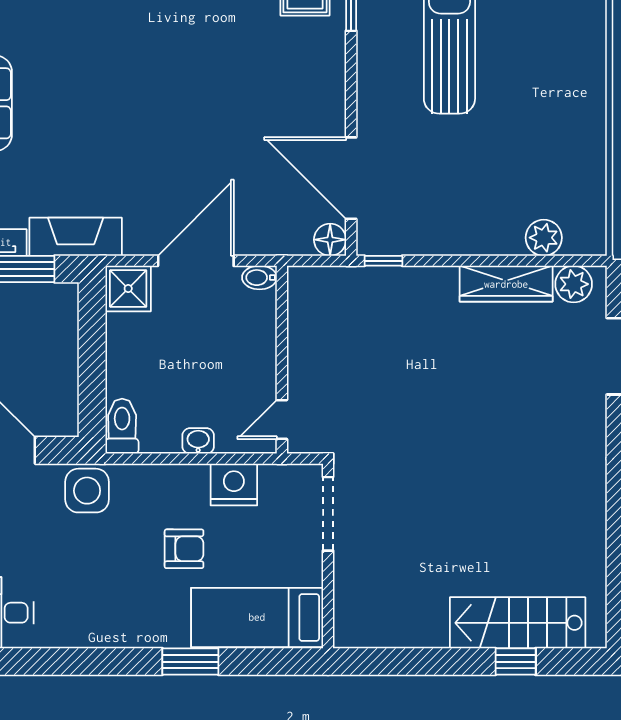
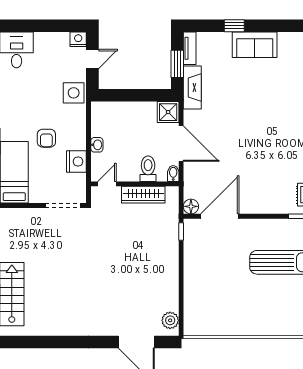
plant: (544, 238) -> (192, 306), removed
wardrobe: (506, 284) -> (143, 195), moved, turned -90
door: (282, 420) -> (107, 184), hinge flipped
toilet: (122, 426) -> (148, 169), moved, turned -90

